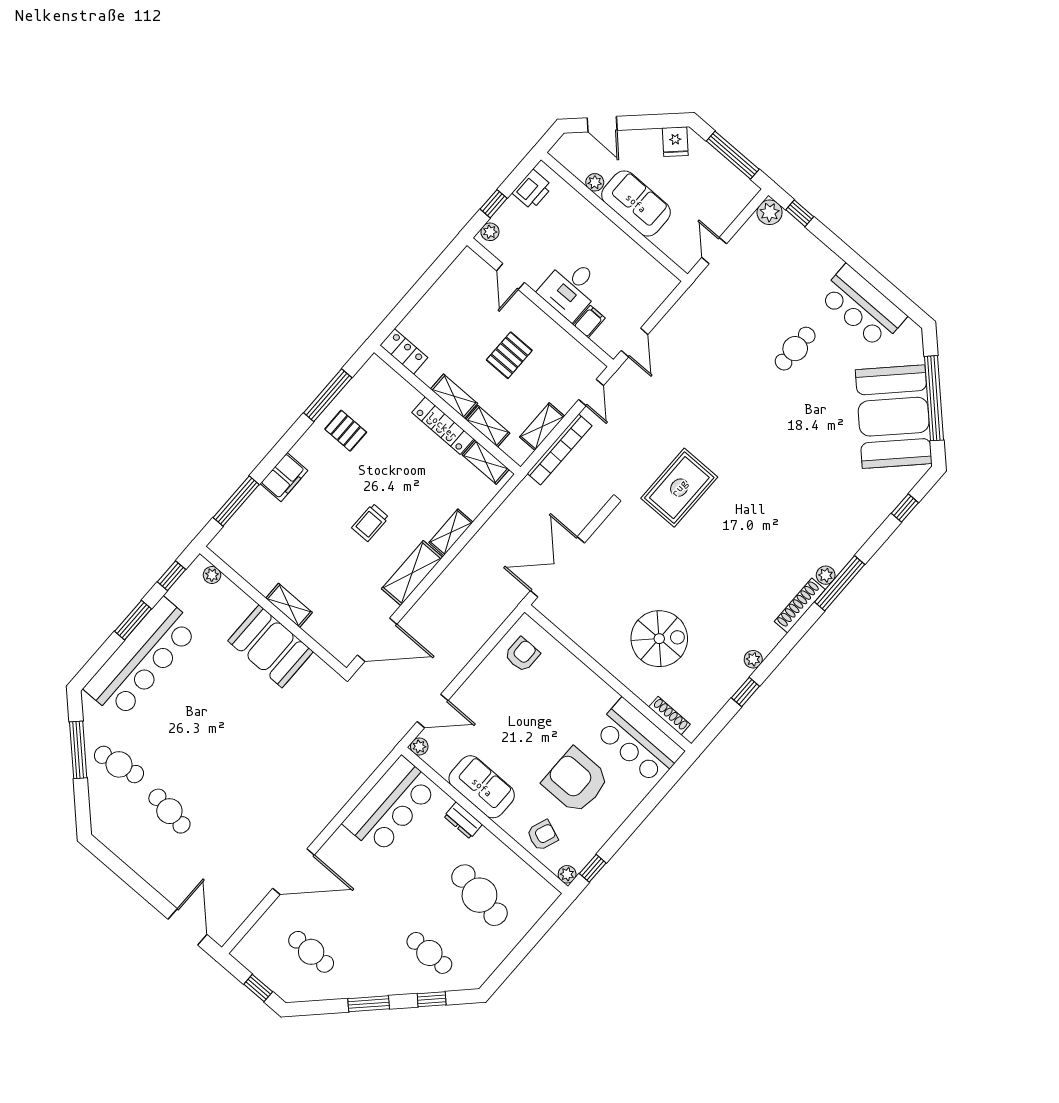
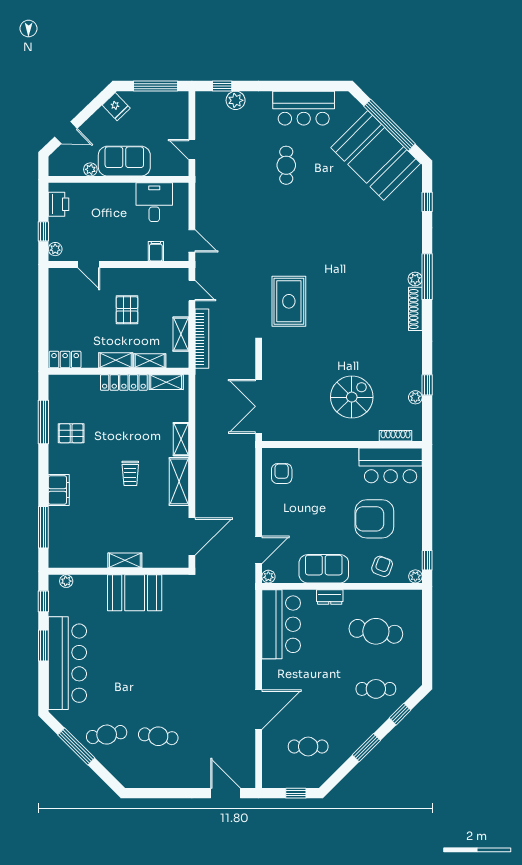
plant: (770, 212) -> (236, 100), moved
desk: (571, 288) -> (154, 202), moved, turned 180
plant: (753, 659) -> (415, 397), moved

